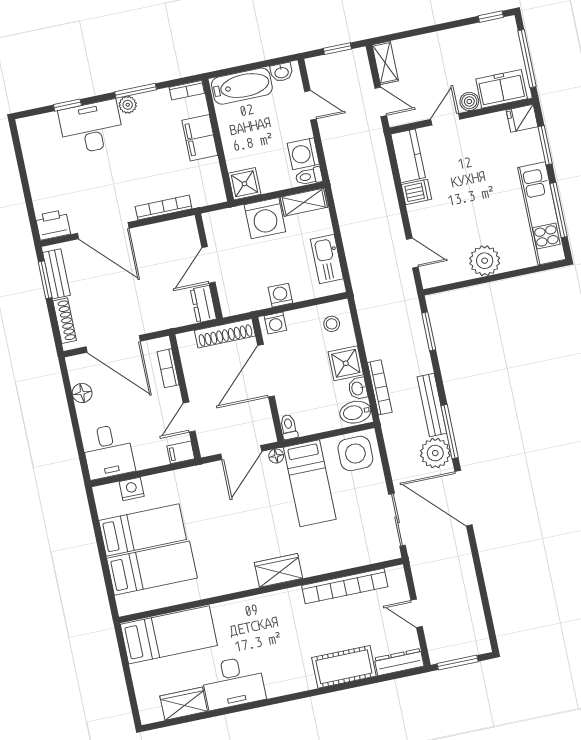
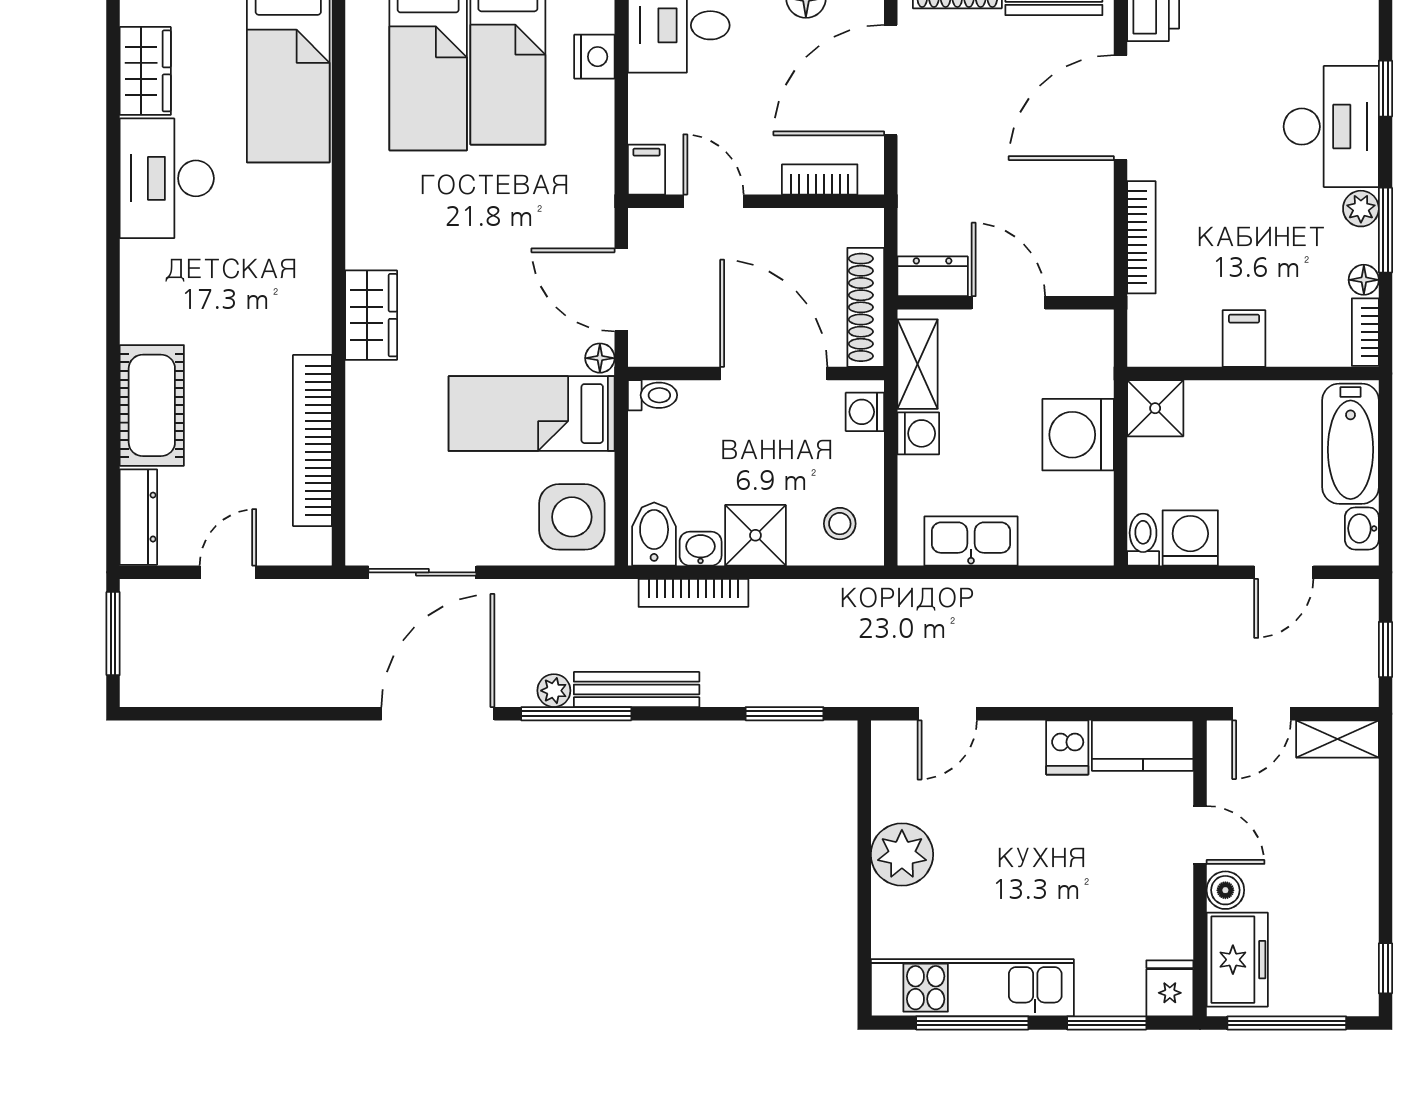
floor lamp: (162, 96) -> (1364, 280), added
filing cabinet: (200, 138) -> (1244, 338), width x0.50
shelving: (304, 202) -> (917, 364), moved
plant: (435, 453) -> (554, 691), width x0.53, depth x0.53

